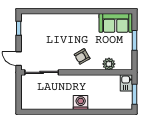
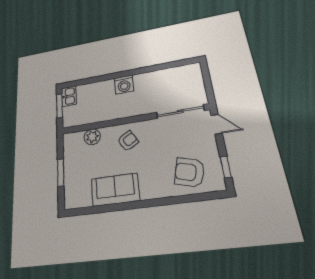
sofa: (116, 23) -> (115, 190), moved
armchair: (42, 28) -> (190, 172), added
kitchen sink: (126, 83) -> (69, 96), moved

